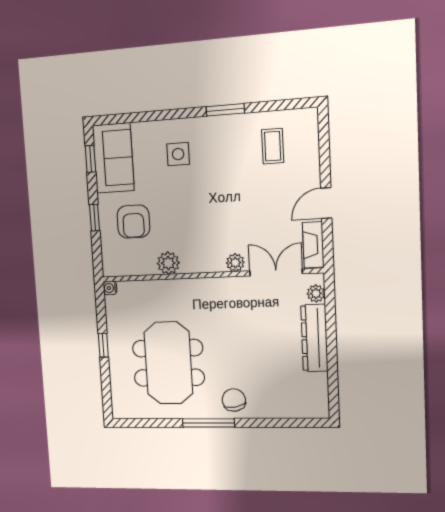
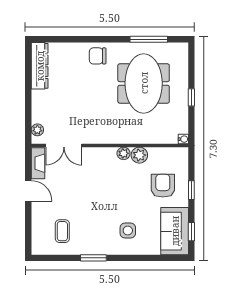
door: (326, 203) -> (28, 191), hinge flipped
plant: (235, 263) -> (124, 153), moved
dresser: (314, 338) -> (40, 66), moved
chair: (234, 400) -> (98, 56), turned 100
window: (208, 423) -> (149, 39), moved

